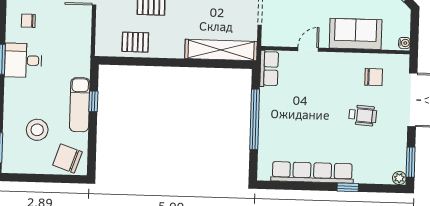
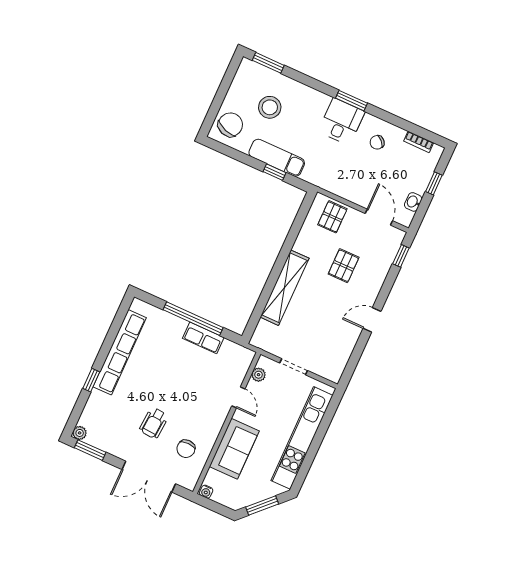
chair: (28, 21) -> (377, 142), turned -134
plant: (280, 40) -> (259, 375), added
pallet: (135, 42) -> (332, 217), moved
shelving: (221, 50) -> (285, 288), moved
row of seats: (269, 69) -> (203, 338), moved

